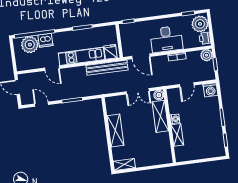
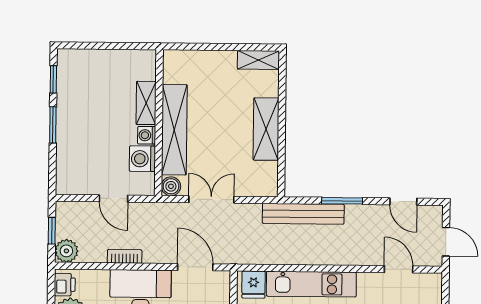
door: (52, 68) -> (399, 269), moved
bench: (107, 68) -> (303, 214), moved
door: (187, 85) -> (114, 198), swing flipped
washing machine: (210, 90) -> (142, 159), moved, turned -90
shelving: (160, 116) -> (174, 130), width x1.47

